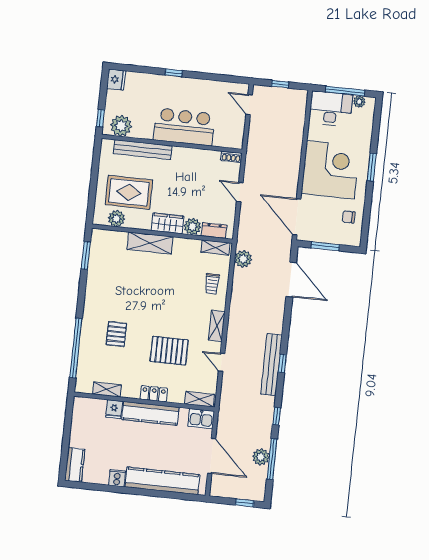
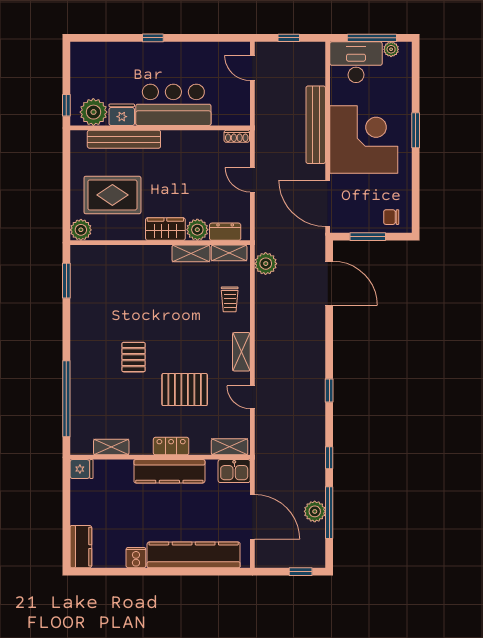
fridge: (116, 80) -> (122, 115), moved, turned -90
chair: (349, 217) -> (391, 217), moved
plant: (117, 219) -> (81, 230), moved
shelving: (150, 243) -> (191, 253), moved, width x0.67, depth x0.75
pallet: (116, 334) -> (134, 357), moved
bench: (271, 365) -> (316, 125), moved
fridge: (114, 409) -> (82, 469), moved, turned -90

